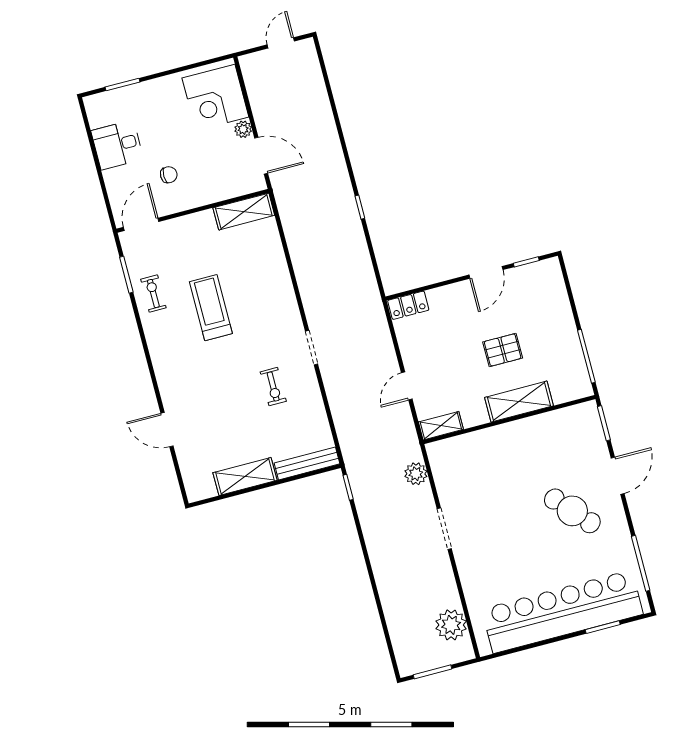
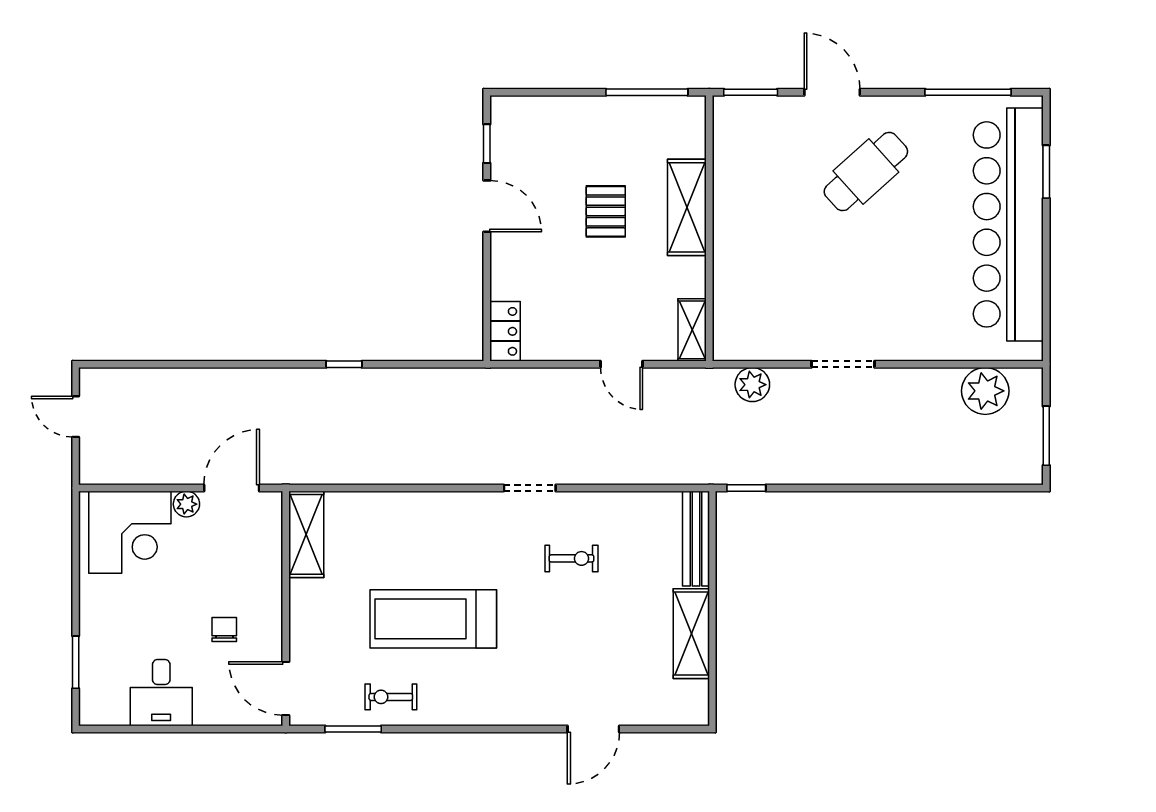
treadmill: (211, 308) -> (433, 619), width x1.37, depth x1.38

